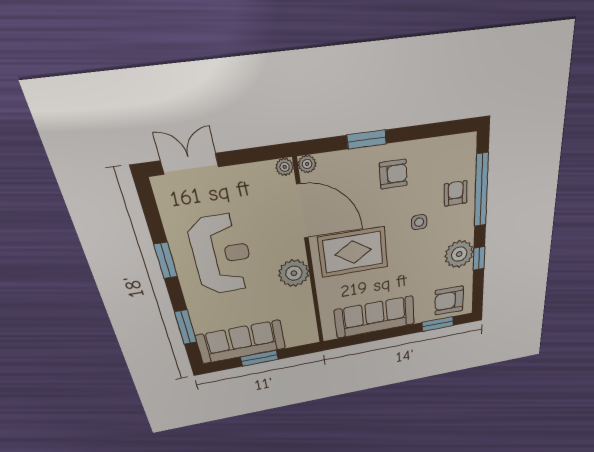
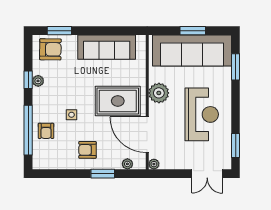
plant: (307, 164) -> (127, 164), moved
plant: (459, 254) -> (38, 81), width x0.53, depth x0.53
reception desk: (222, 255) -> (202, 114), turned 180
window: (166, 261) -> (236, 145), moved
sofa: (241, 342) -> (192, 50), width x1.36, depth x1.27

